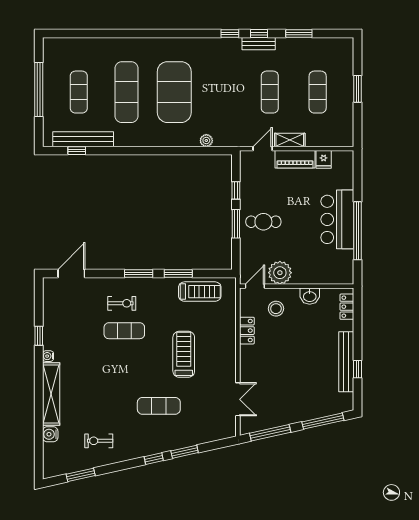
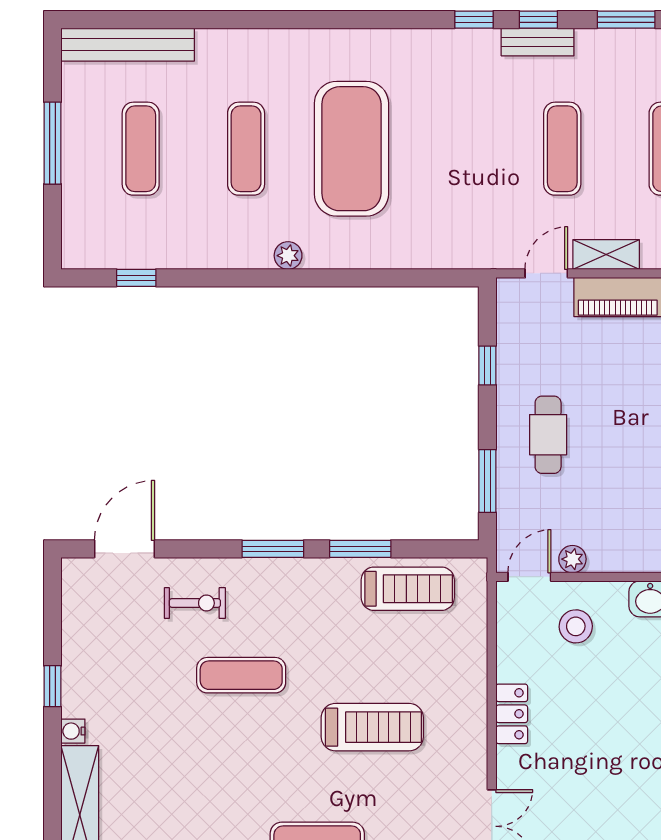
window: (39, 90) -> (53, 143), width x0.68
exercise mat: (127, 92) -> (246, 149), width x0.73, depth x0.69
bench: (83, 139) -> (128, 45), moved
plant: (206, 140) -> (288, 256), moved
cafe table: (263, 222) -> (548, 435), turned 90
window: (236, 224) -> (487, 481), moved
plant: (280, 273) -> (572, 559), width x0.53, depth x0.53
exercise bike: (122, 303) -> (195, 603), moved
locker: (247, 331) -> (512, 714), moved
treadmill: (184, 354) -> (372, 727), turned 90

